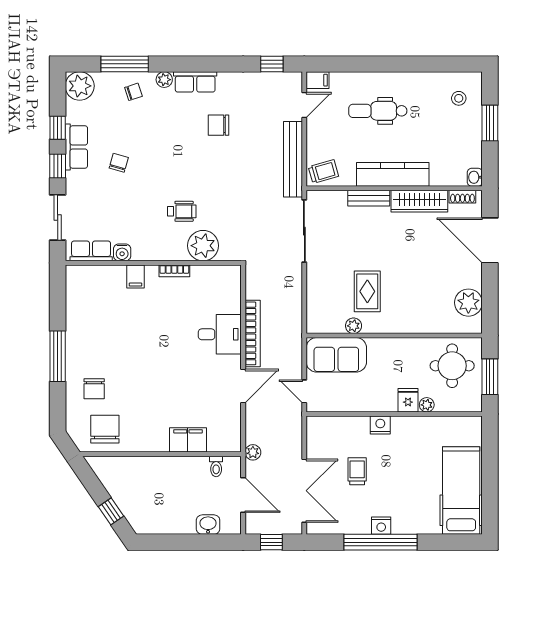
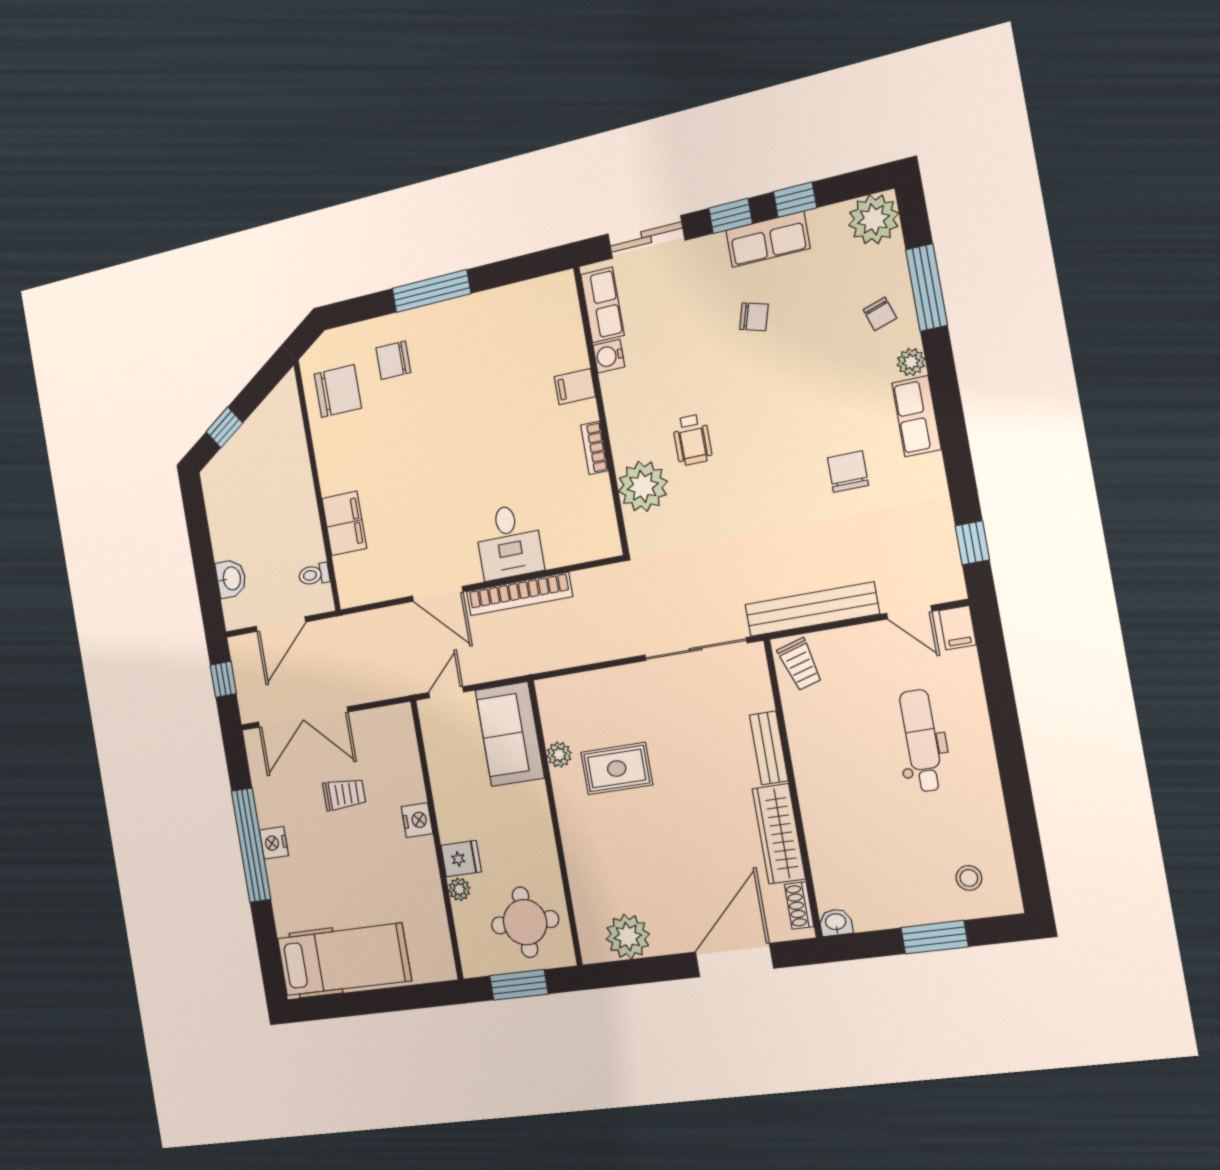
kitchen counter: (393, 174) -> (816, 782), removed
plant: (253, 452) -> (344, 628), removed

